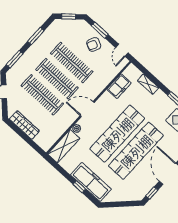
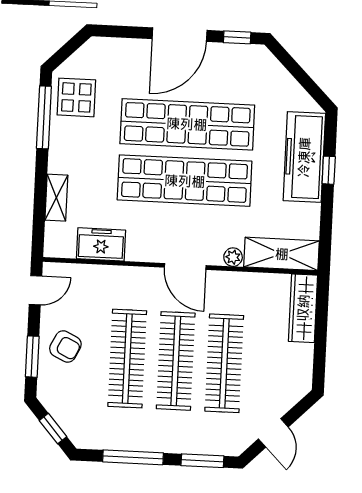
window: (36, 36) -> (133, 457), width x1.44
wardrobe: (24, 125) -> (303, 308), moved

